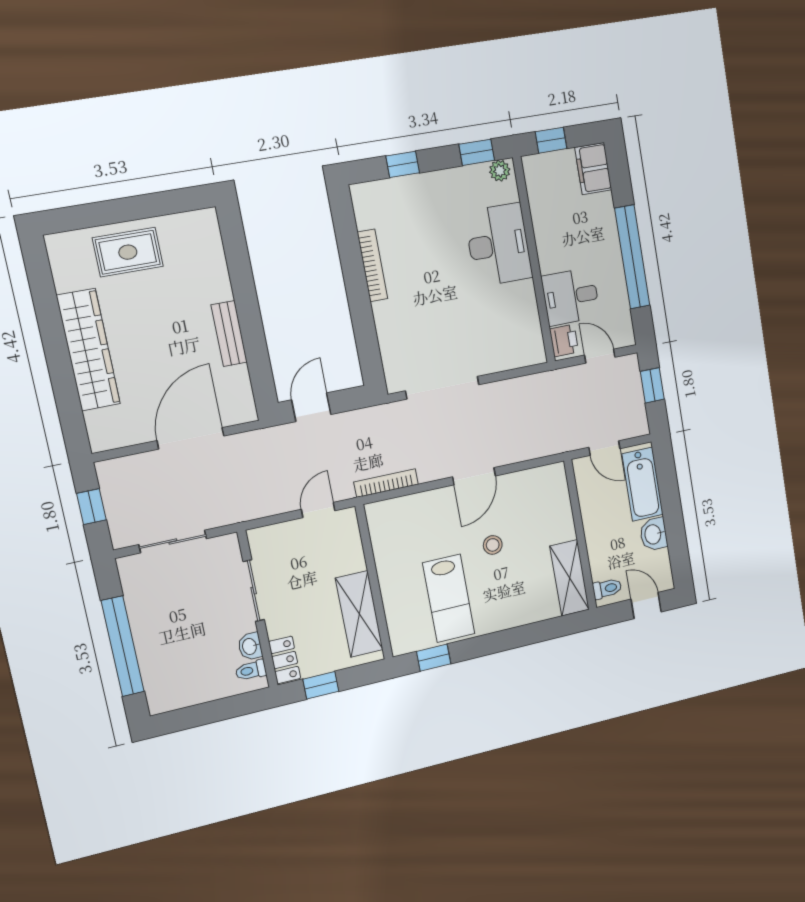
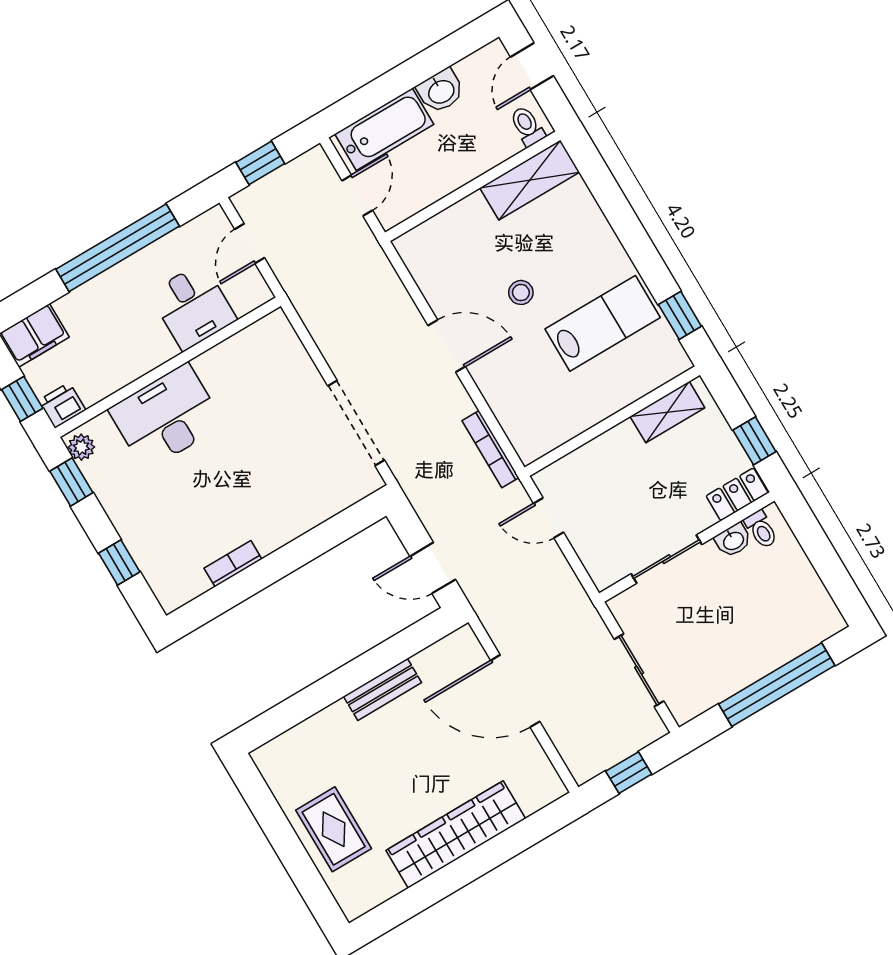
bookcase: (372, 265) -> (233, 564), width x0.64
printer: (564, 341) -> (62, 405), moved
shelving: (359, 614) -> (667, 412), width x0.67, depth x0.75

